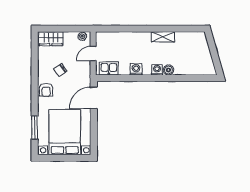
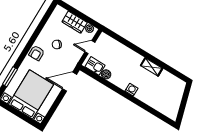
wardrobe: (51, 39) -> (75, 22), moved
washing machine: (136, 69) -> (116, 79), removed
boiler: (168, 70) -> (106, 74), moved

